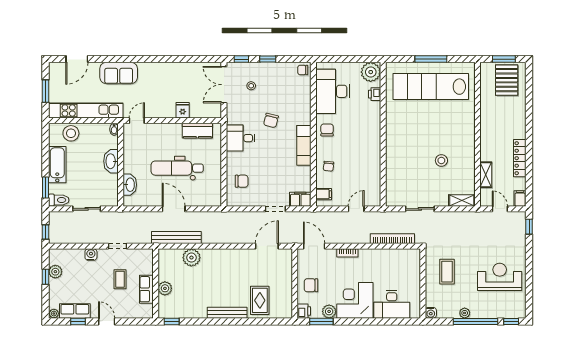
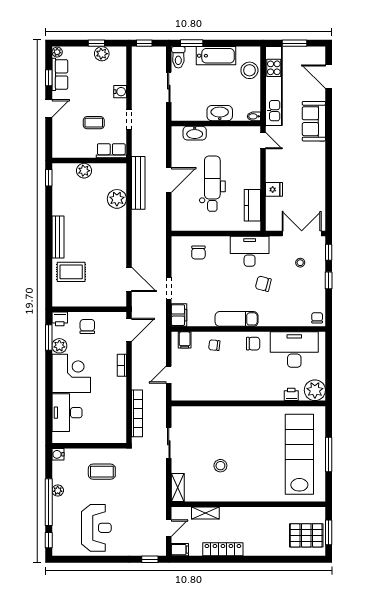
desk: (241, 138) -> (250, 251), width x1.37
door: (356, 209) -> (169, 375), swing flipped
row of seats: (146, 289) -> (111, 151), moved

